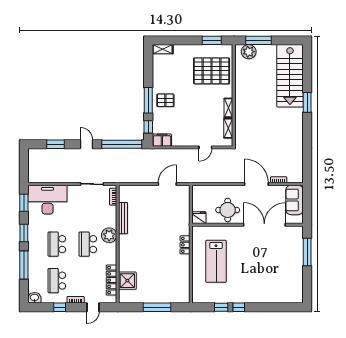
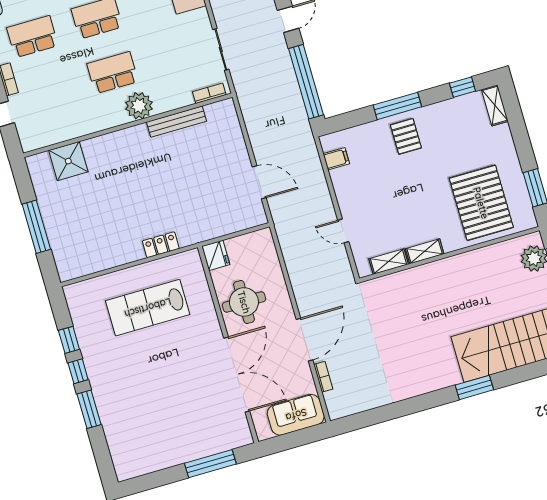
window: (148, 127) -> (462, 87), moved
filing cabinet: (162, 140) -> (336, 159), width x0.50
locker: (111, 280) -> (61, 133), removed
window: (260, 307) -> (89, 409), added

